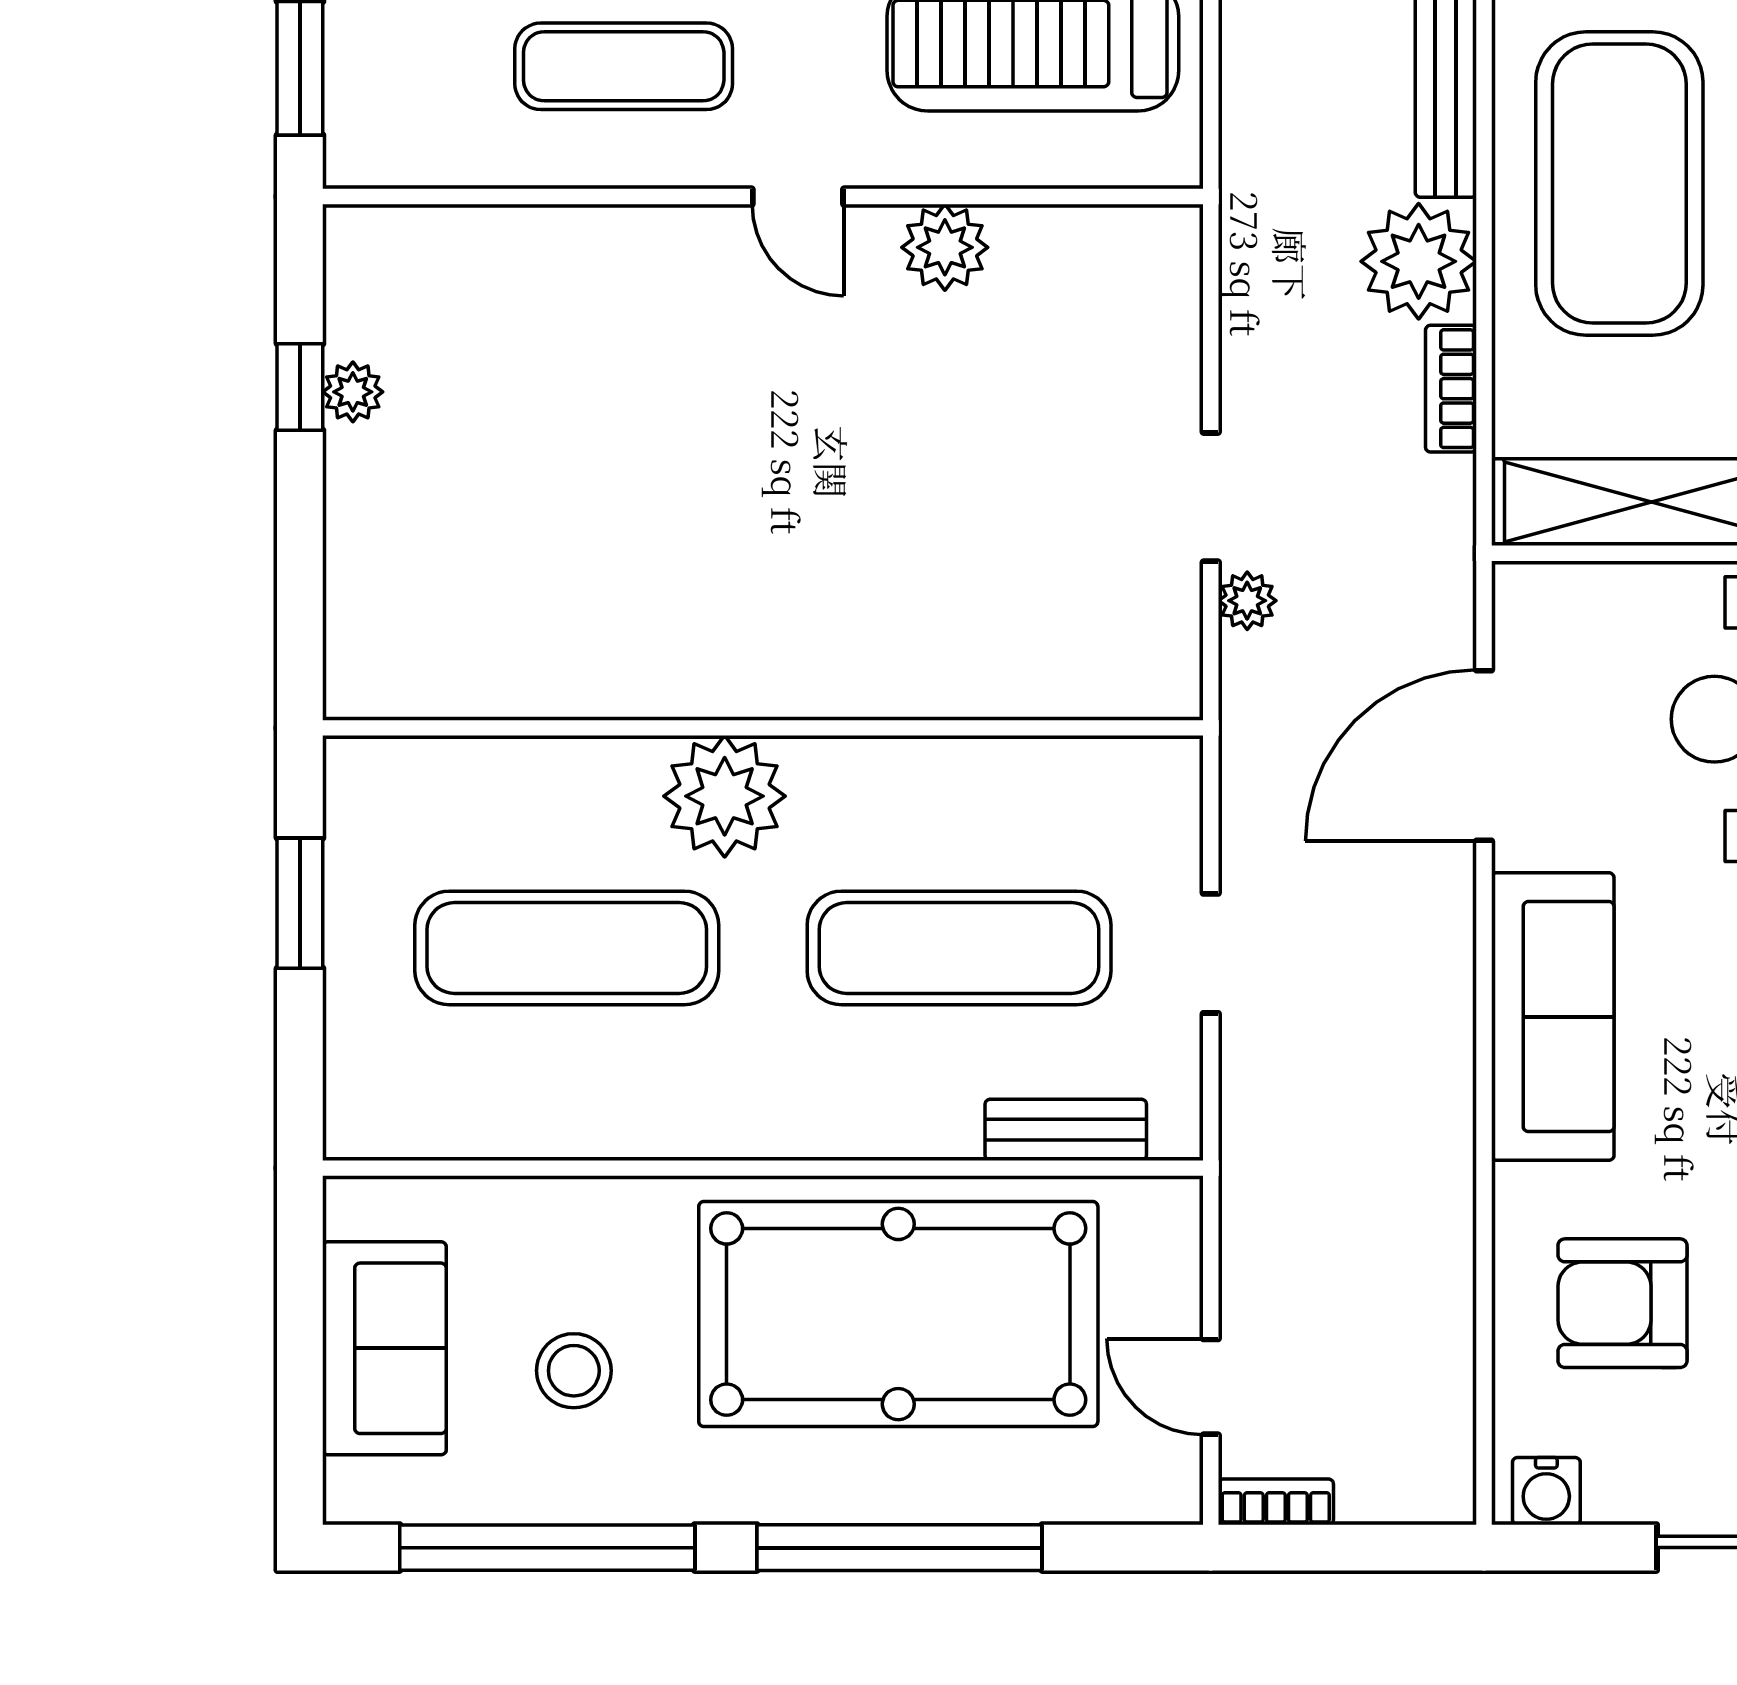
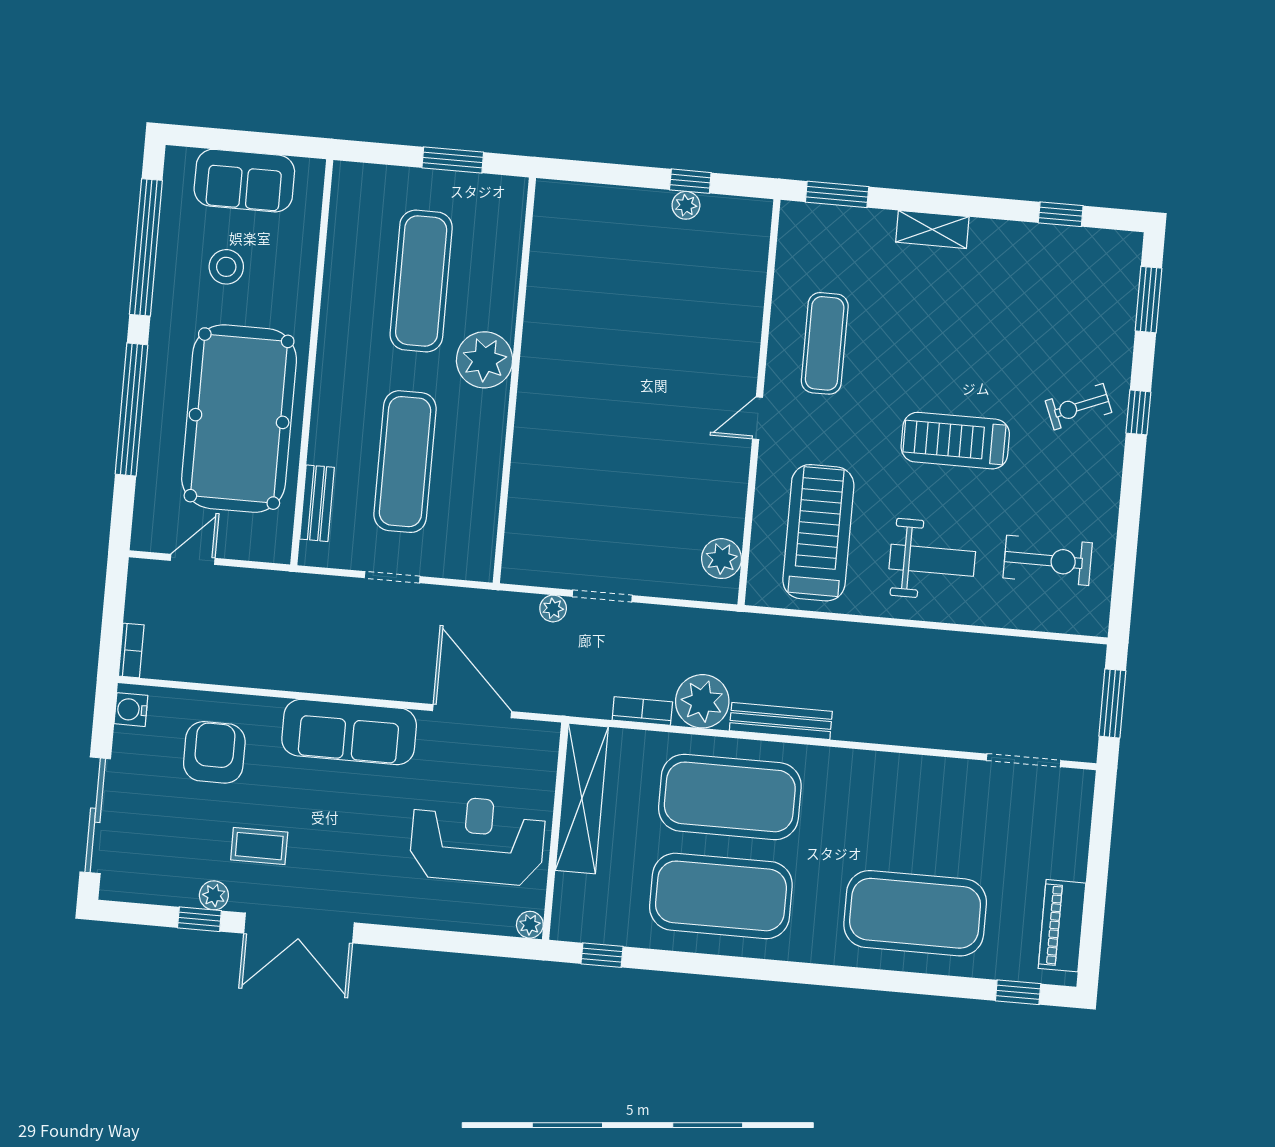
plant: (945, 247) -> (721, 559), moved
bookcase: (1276, 1502) -> (131, 650), moved

